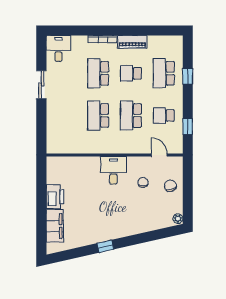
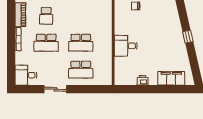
school desk: (131, 116) -> (81, 70), moved
desk: (113, 170) -> (126, 46), moved
printer: (55, 197) -> (143, 80), width x0.53, depth x0.68

